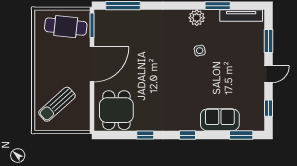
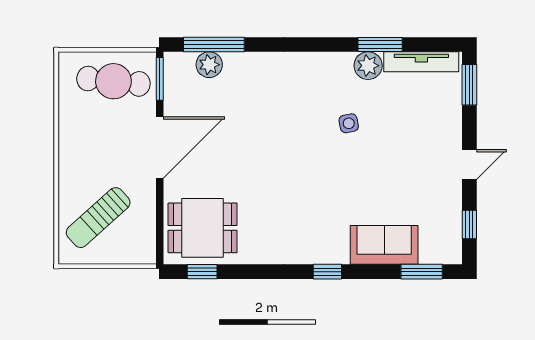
plant: (120, 17) -> (209, 65), added
plant: (197, 18) -> (368, 66), moved
window: (268, 41) -> (469, 85), moved
dining table: (116, 110) -> (203, 228), turned 90
window: (145, 135) -> (202, 272), moved

